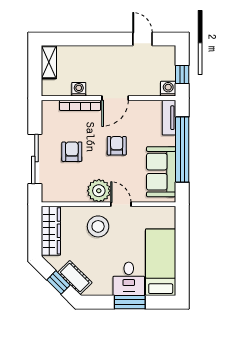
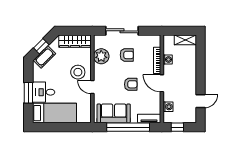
washing machine: (168, 89) -> (168, 107), moved
plant: (99, 191) -> (101, 56), moved
door: (121, 204) -> (92, 87), swing flipped

